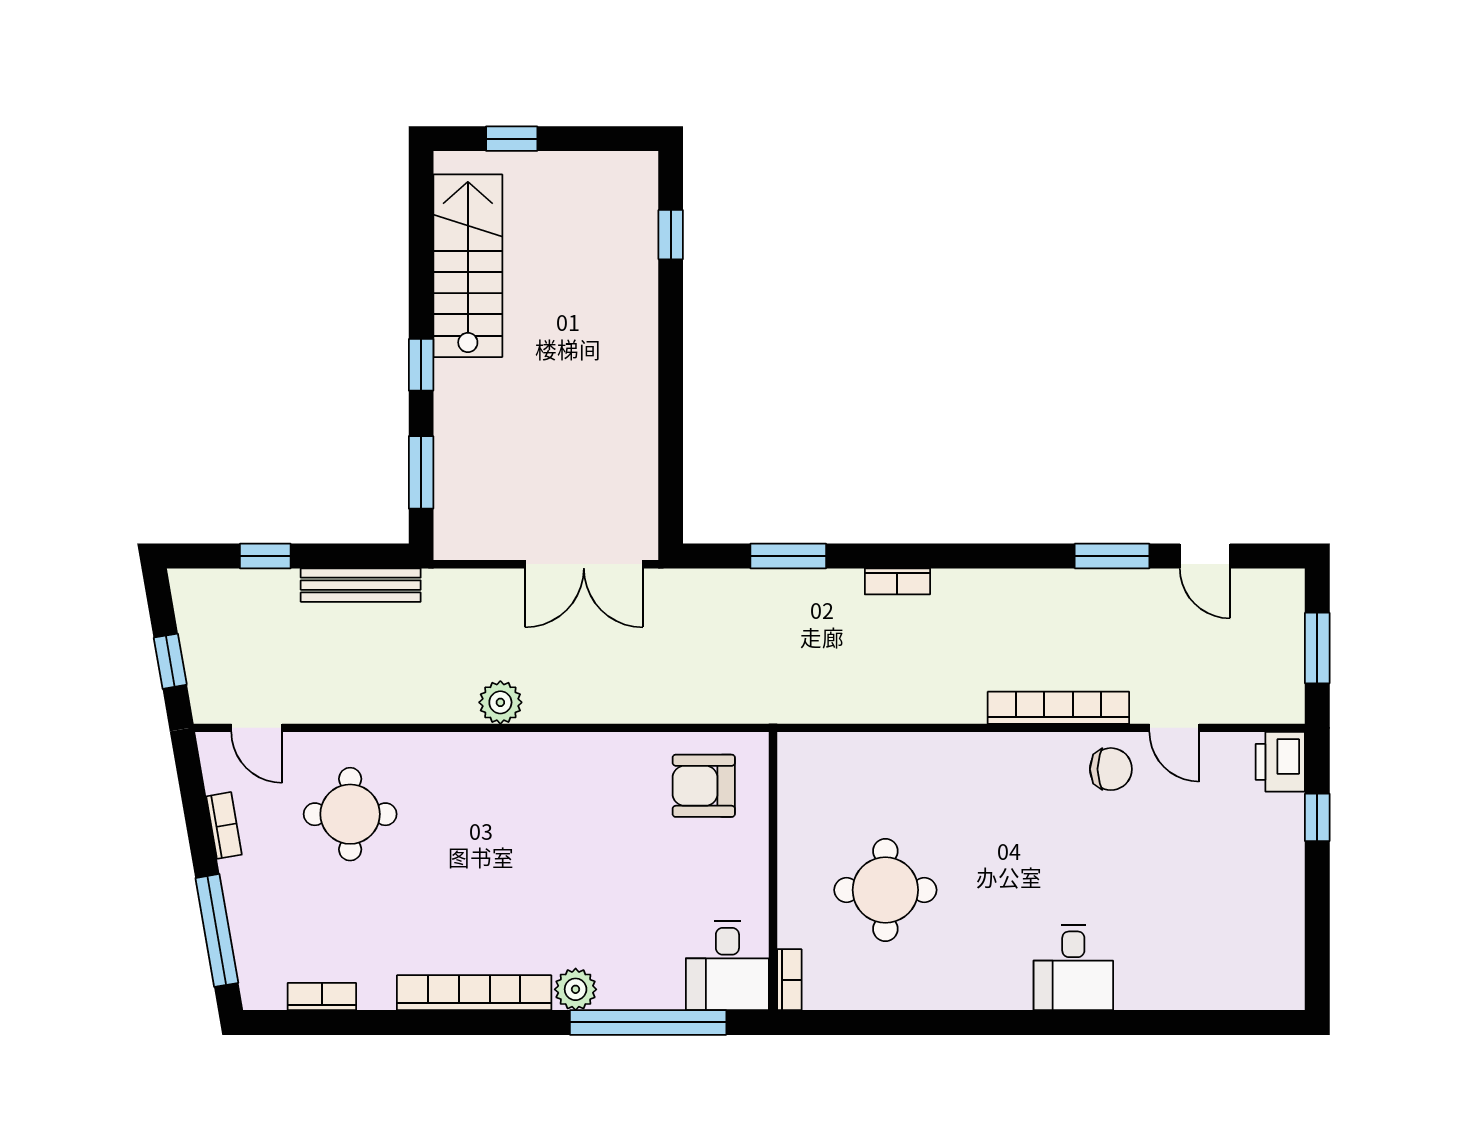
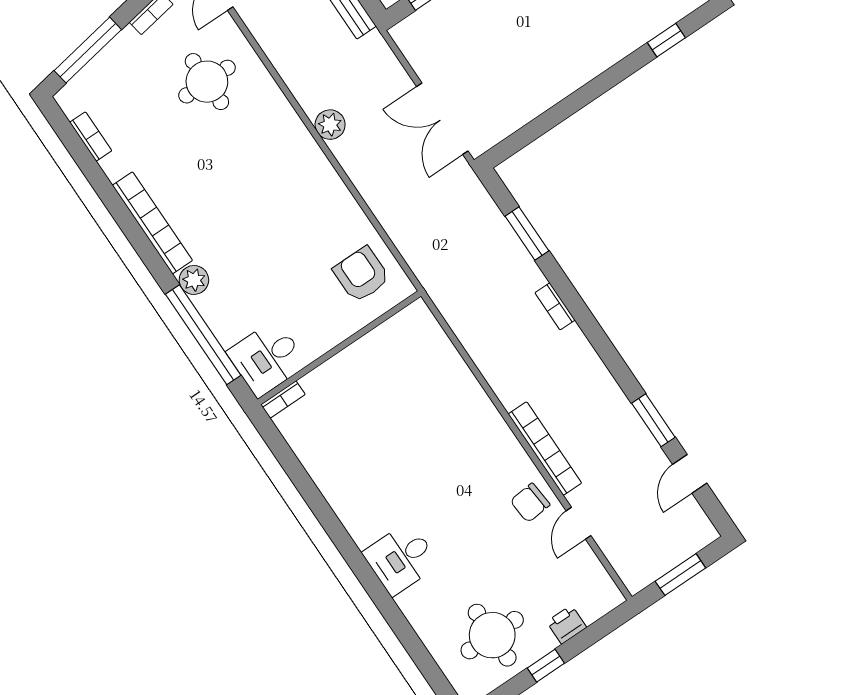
printer: (1280, 762) -> (566, 625), moved, width x0.73, depth x0.81
chair: (1111, 769) -> (530, 503), turned 85
window: (1317, 817) -> (546, 666), moved
round table: (885, 890) -> (492, 635), moved

